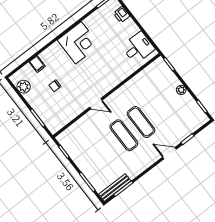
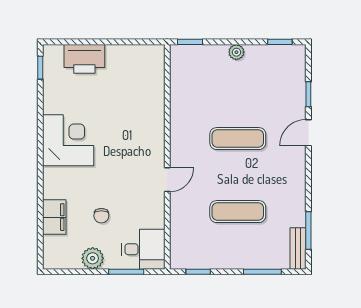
printer: (122, 15) -> (84, 59), width x1.87, depth x1.48
desk: (138, 48) -> (143, 249), moved, turned 90
filing cabinet: (37, 64) -> (54, 217), width x2.00
plant: (24, 87) -> (93, 258), moved
exercise mat: (124, 135) -> (238, 212), moved
bench: (115, 188) -> (298, 248), width x0.73

